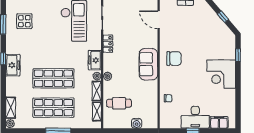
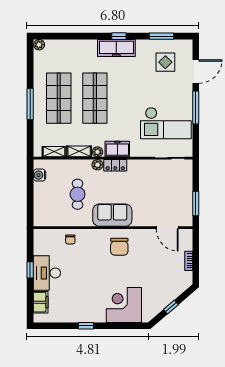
door: (159, 20) -> (167, 228), swing flipped
locker: (108, 44) -> (115, 165), moved
window: (238, 55) -> (86, 326), moved
freezer: (13, 65) -> (116, 48), width x1.40
corner desk: (221, 74) -> (124, 305), moved
cafe table: (119, 103) -> (78, 194), moved
shelving: (11, 108) -> (59, 45), removed
water cooler: (137, 123) -> (39, 175), moved

